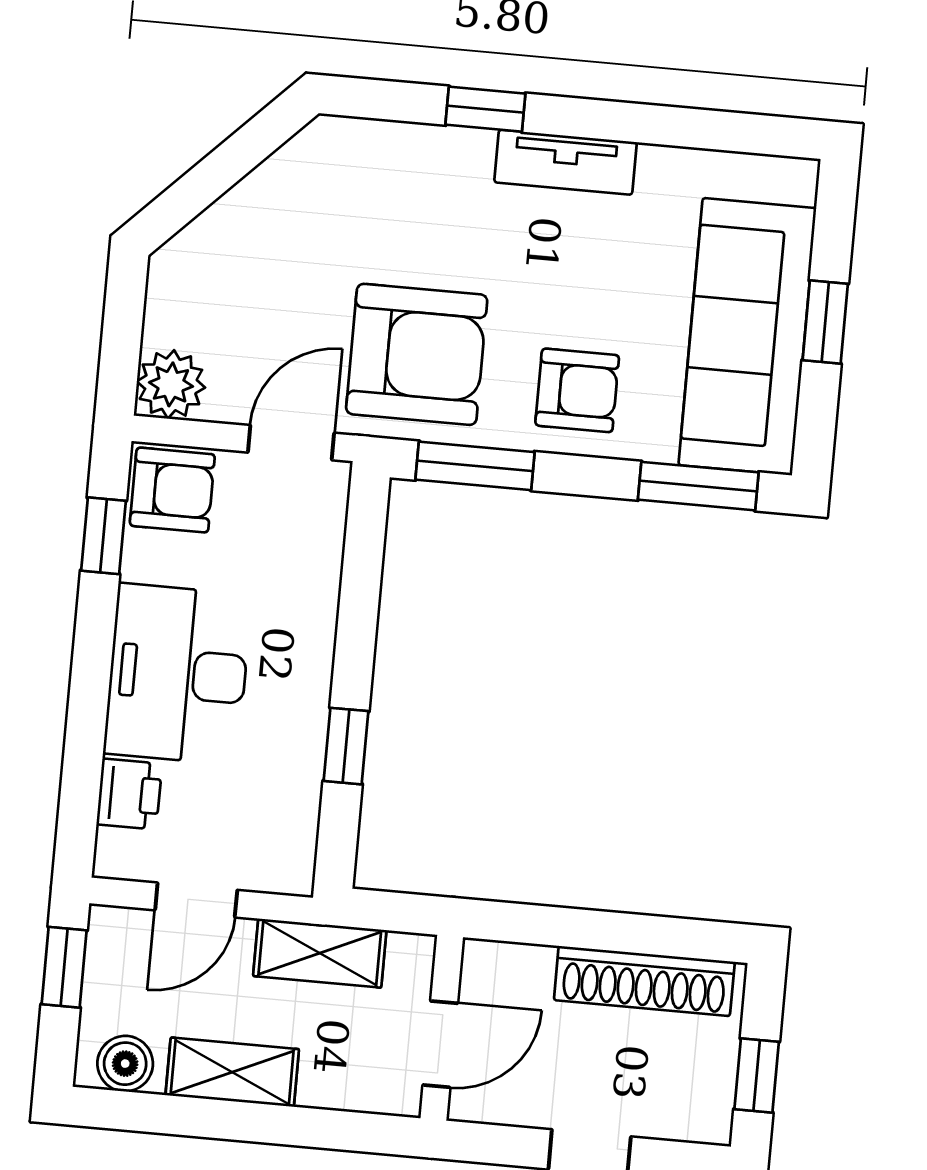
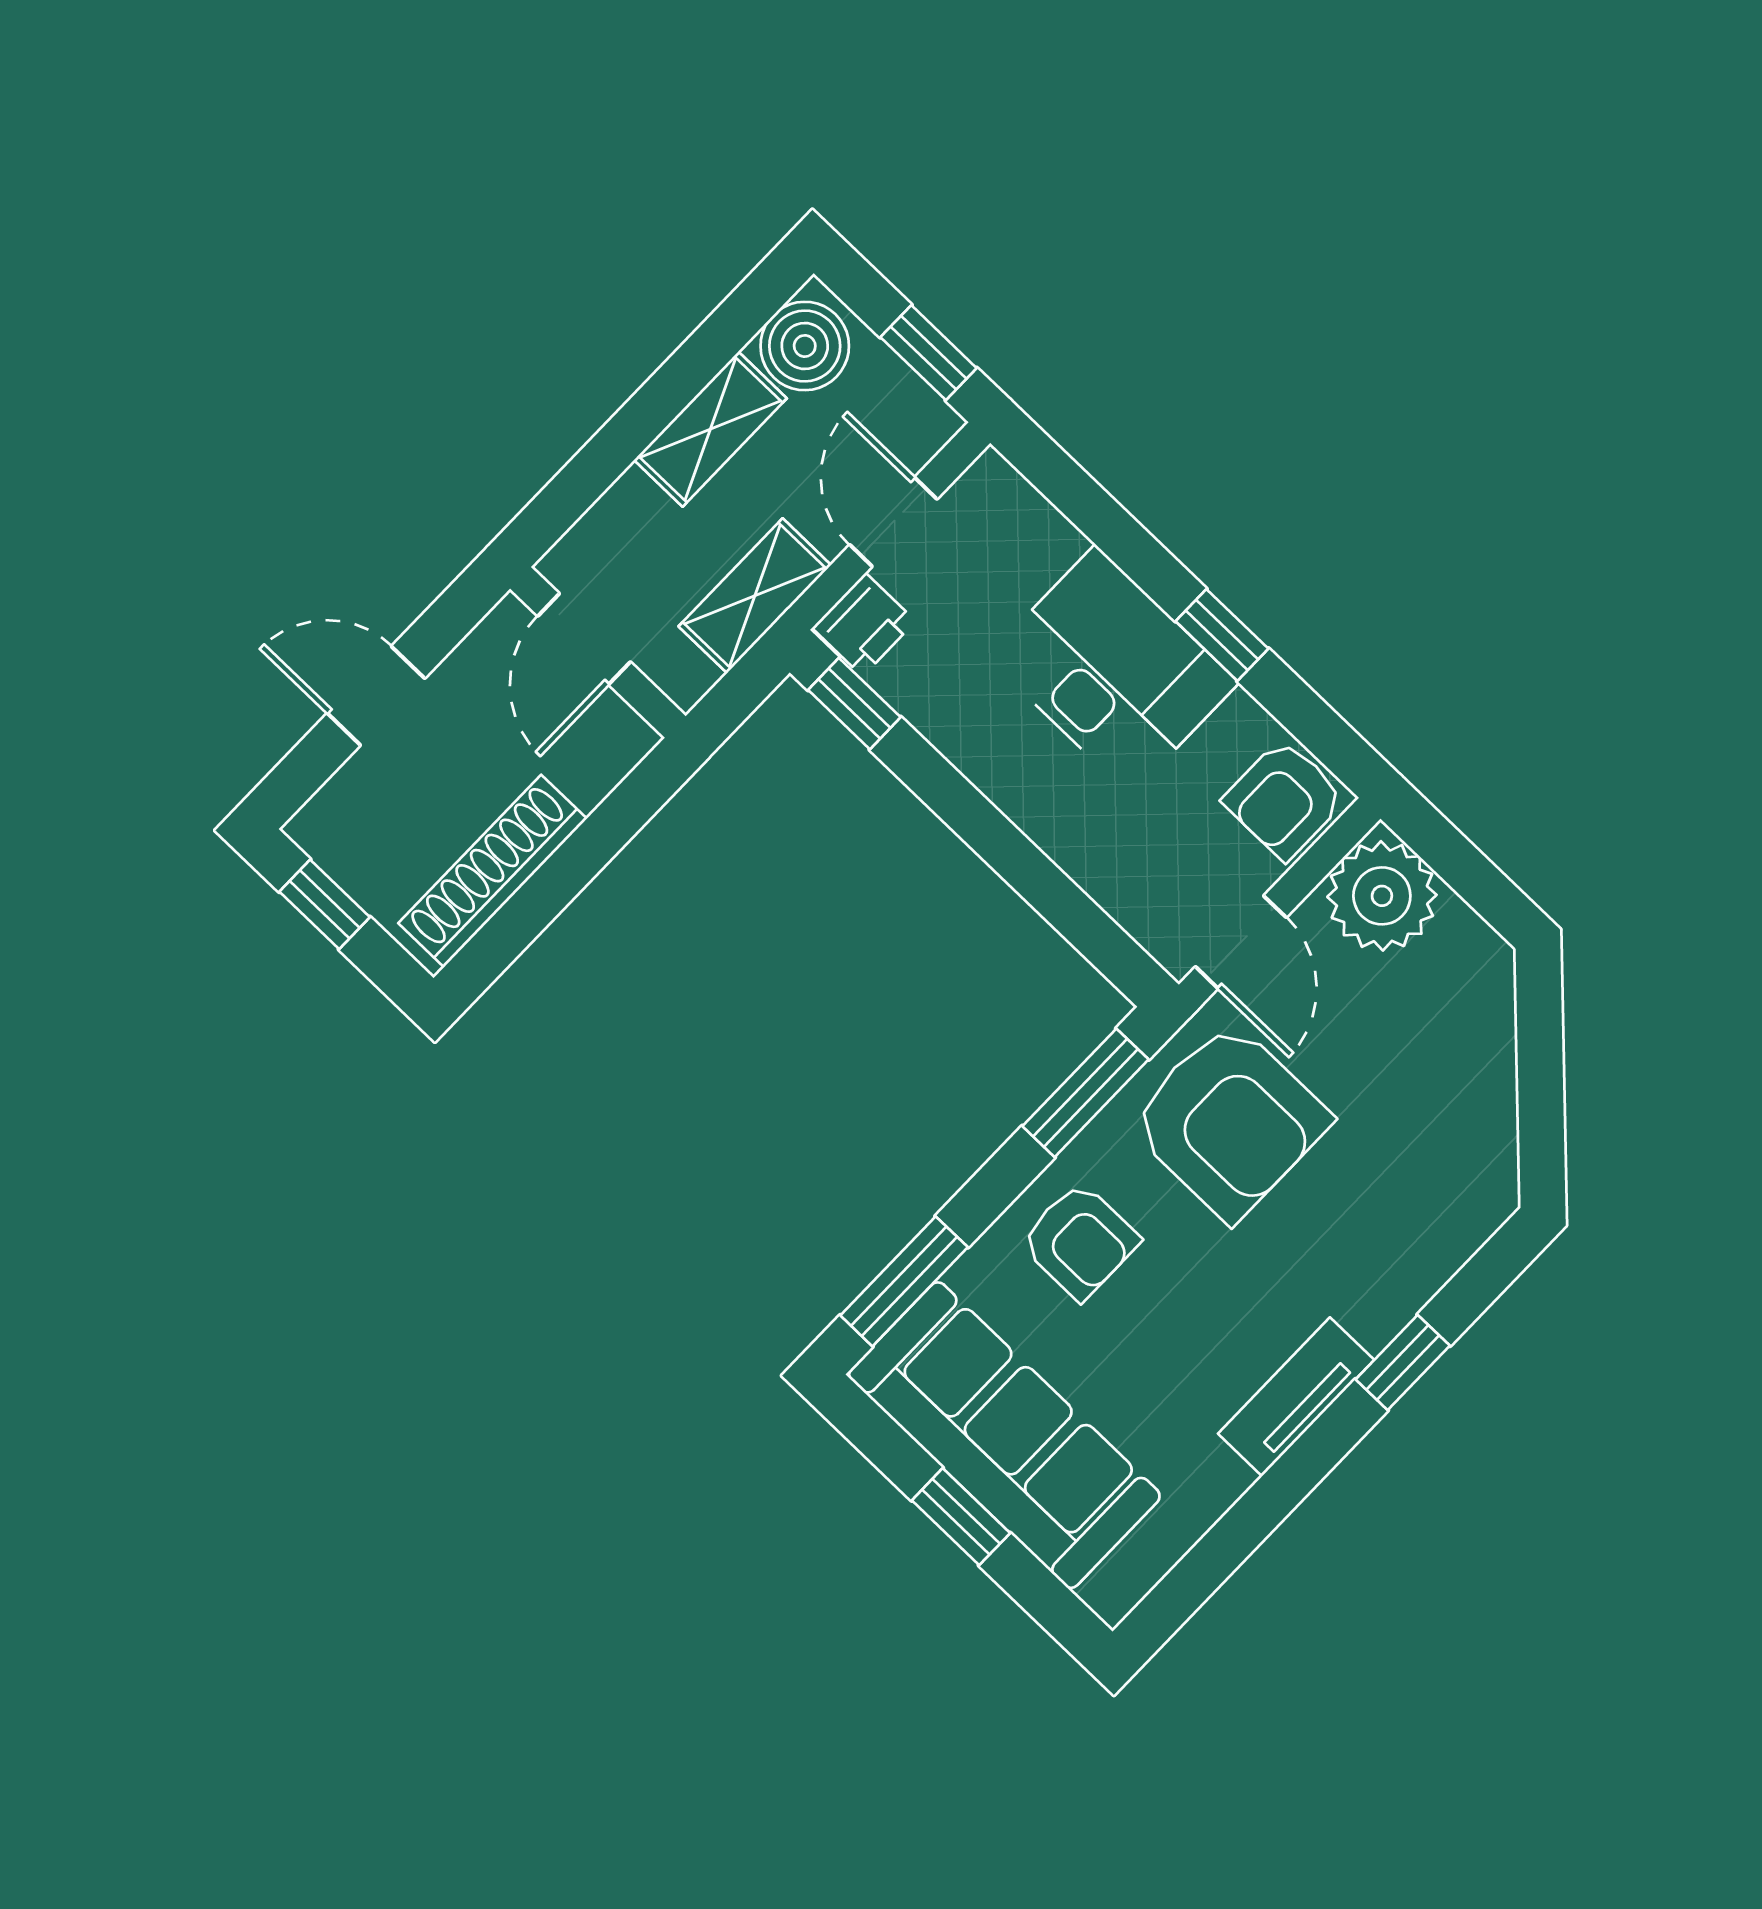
armchair: (417, 354) -> (1230, 1121), turned -90
plant: (171, 384) -> (1382, 896), width x1.36, depth x1.36
armchair: (577, 390) -> (1080, 1241), turned -90
window: (103, 536) -> (1222, 635), moved
window: (346, 746) -> (854, 704), moved
printer: (129, 794) -> (864, 624), moved, turned -90
boiler: (125, 1064) -> (805, 346), width x1.36, depth x1.36

